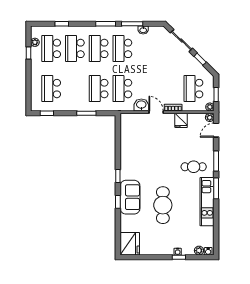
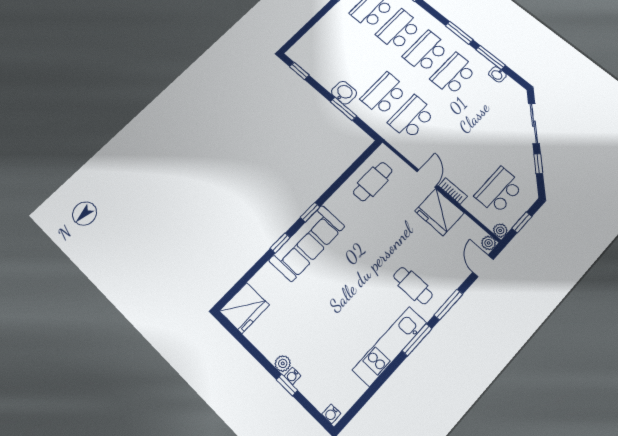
school desk: (51, 89) -> (330, 49), removed
washbasin: (141, 105) -> (344, 93), moved
fridge: (181, 120) -> (439, 212), width x1.88, depth x1.34
door: (216, 130) -> (483, 266), hinge flipped
sofa: (130, 197) -> (307, 243), width x1.36
cafe table: (163, 205) -> (373, 182), moved, width x0.73, depth x0.74
plant: (199, 251) -> (283, 363), moved

